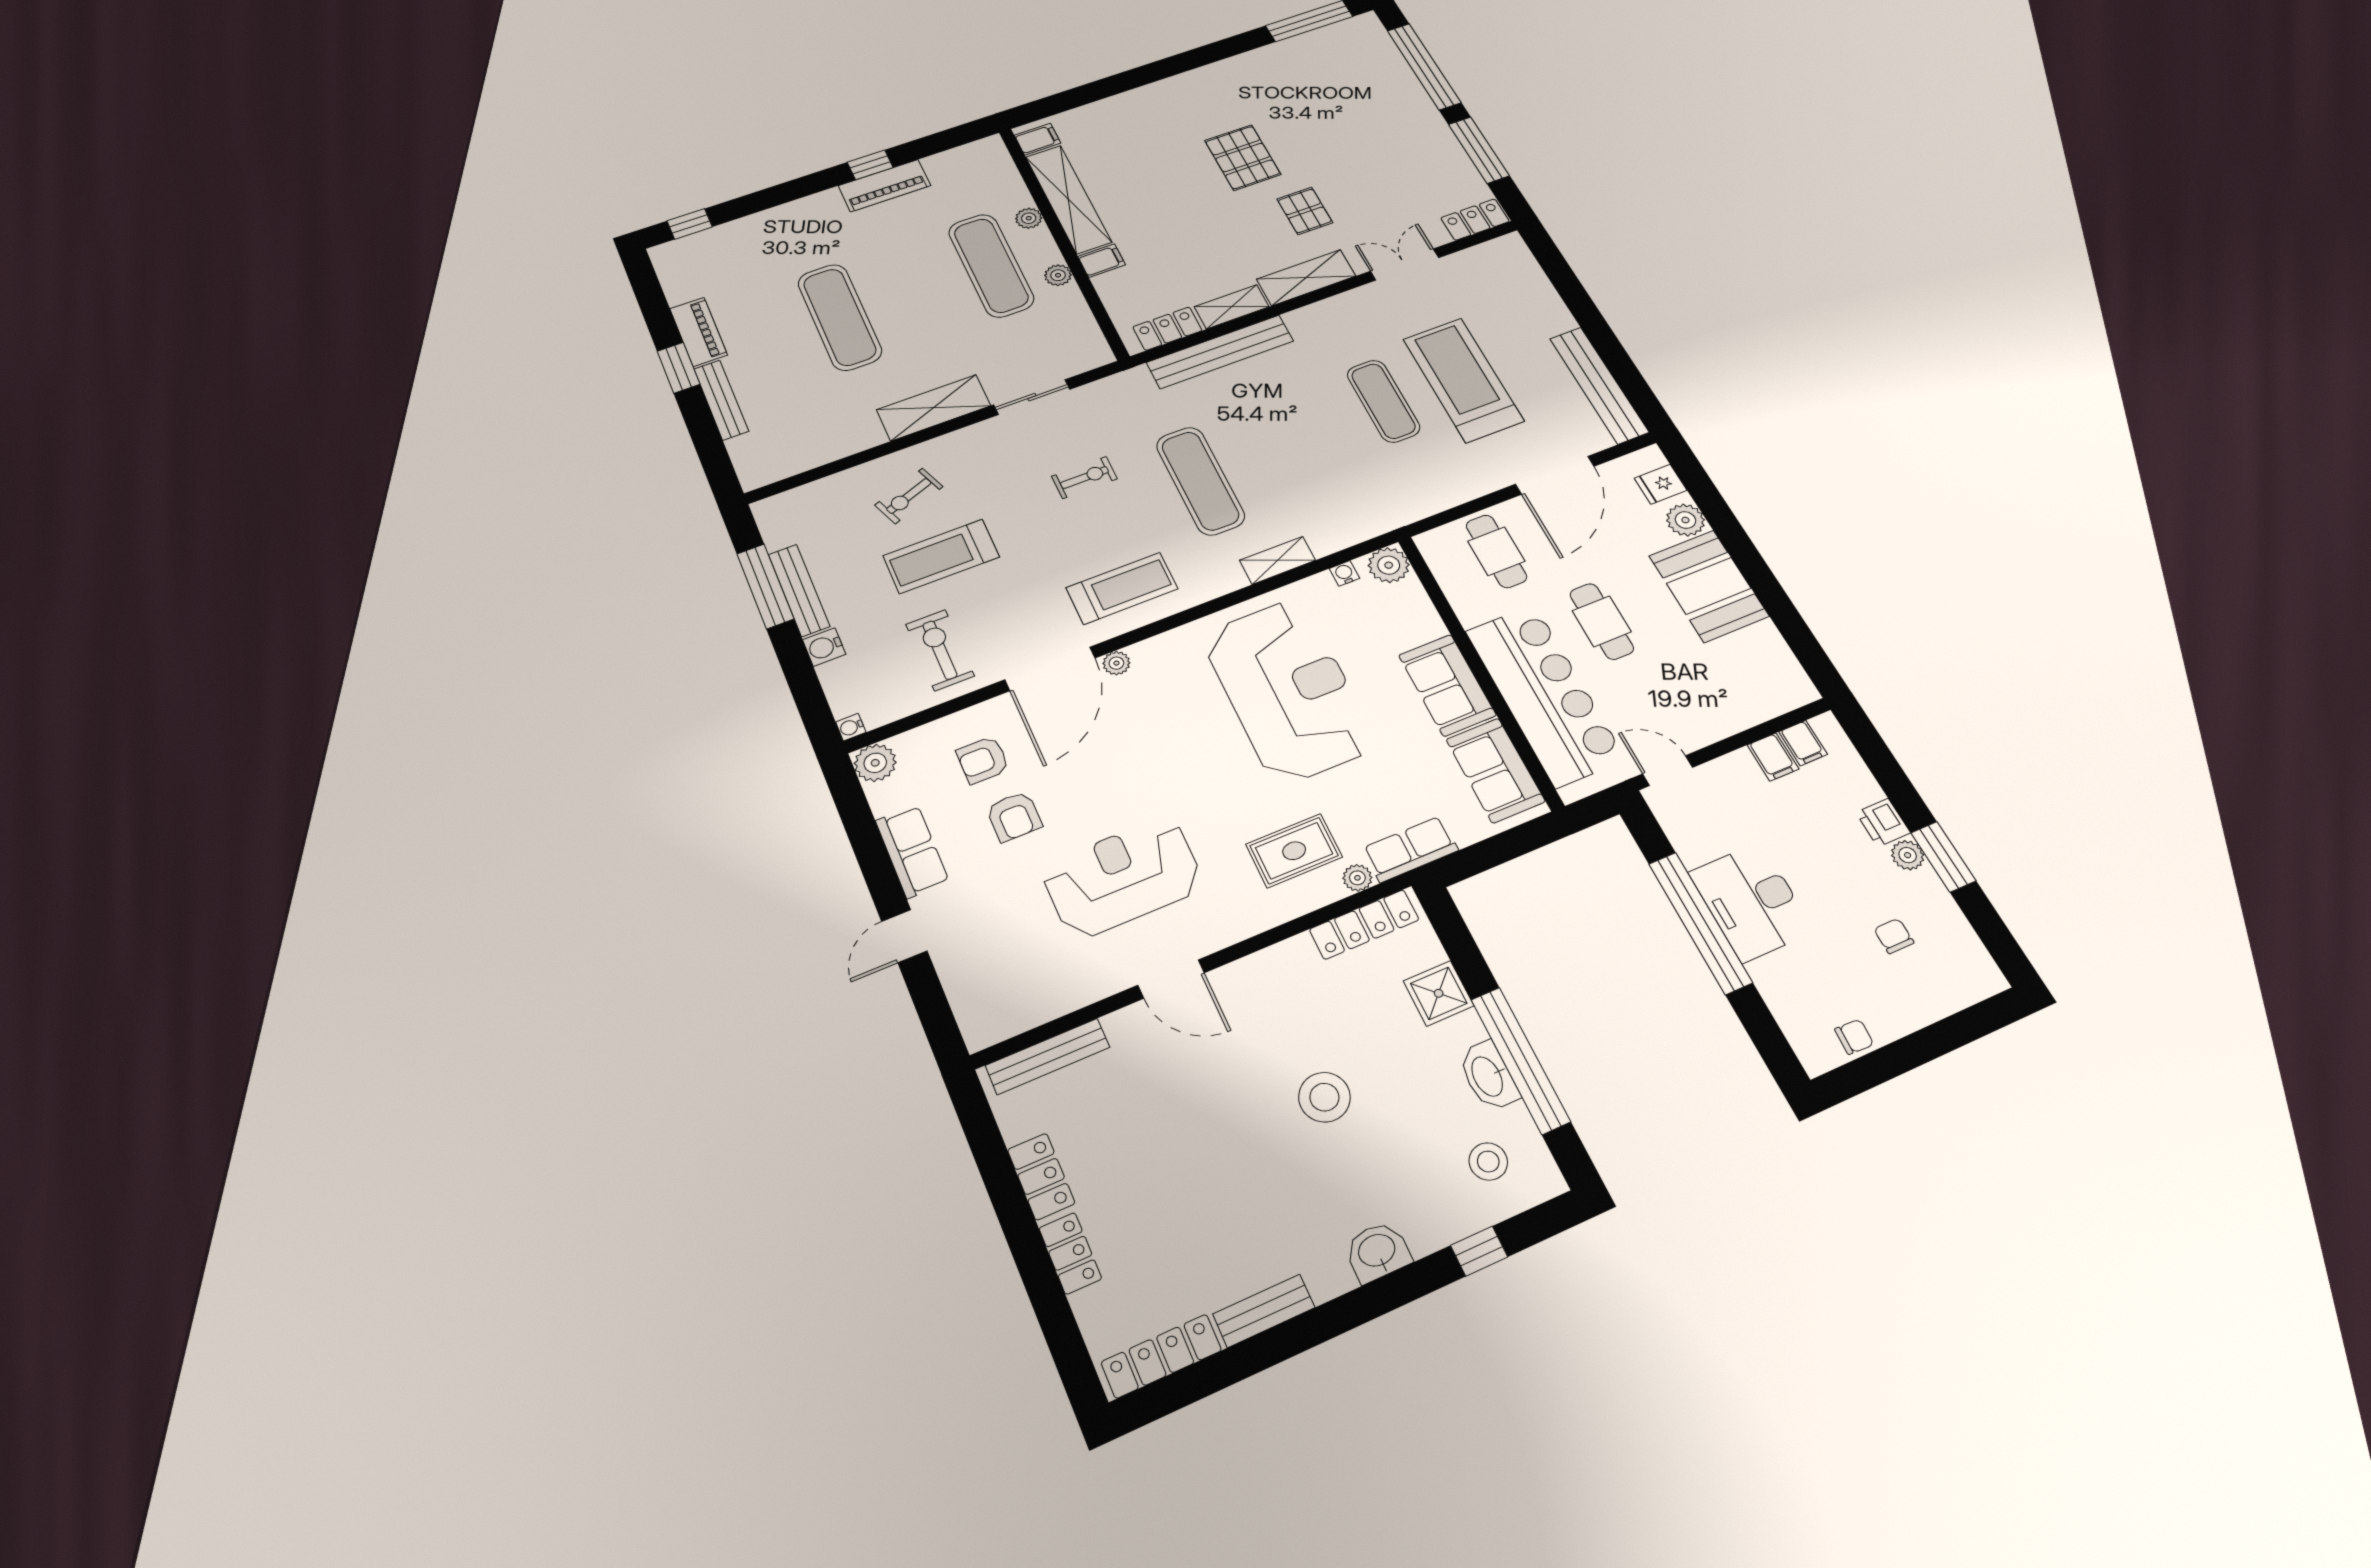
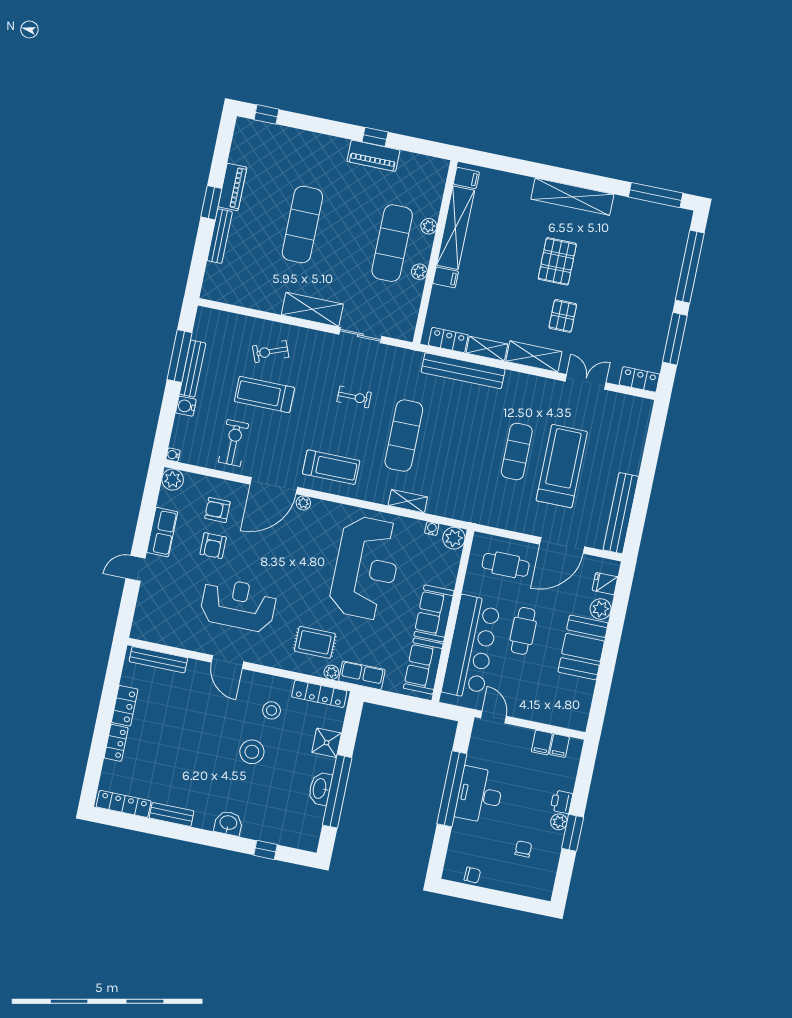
shelving: (1201, 81) -> (572, 197), added
cafe table: (1496, 551) -> (506, 565), turned 90
stool: (1488, 1162) -> (272, 710), moved

